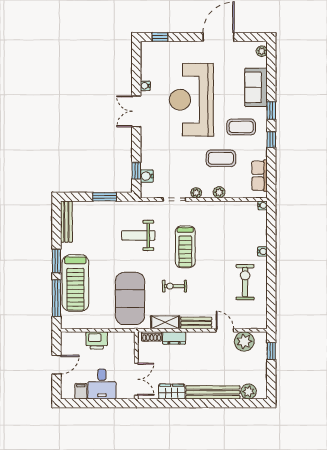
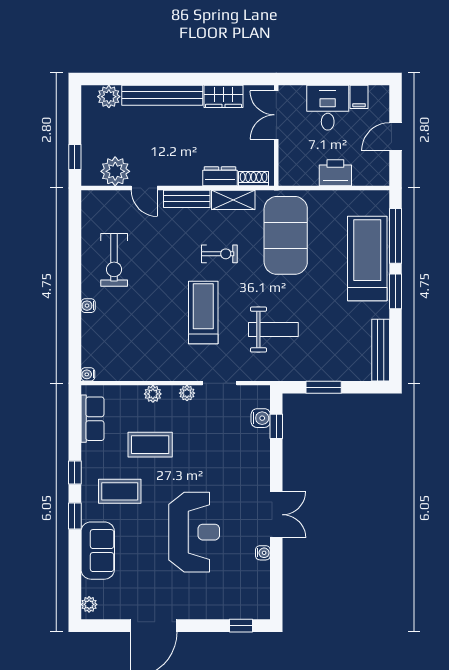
reception desk: (191, 100) -> (194, 532), width x0.74, depth x0.77

